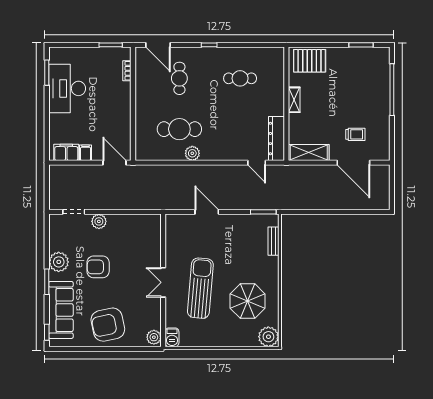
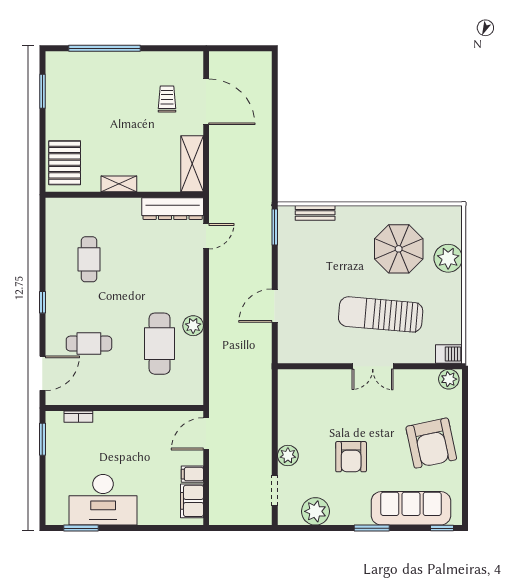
door: (353, 163) -> (206, 102), hinge flipped
plant: (59, 262) -> (315, 511), moved
plant: (268, 337) -> (448, 258), moved

